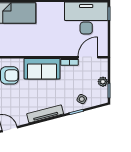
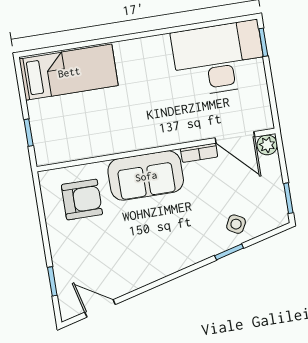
door: (88, 57) -> (235, 137), swing flipped
plant: (103, 82) -> (267, 145), moved
tv unit: (45, 114) -> (167, 266), removed

